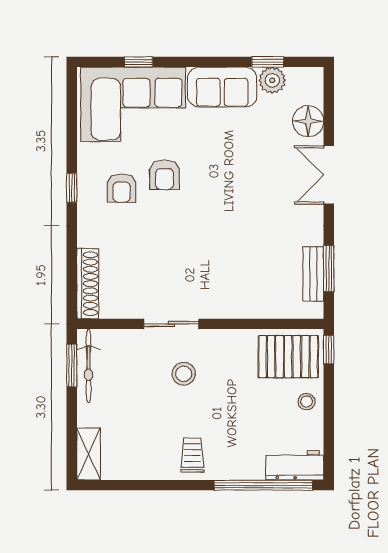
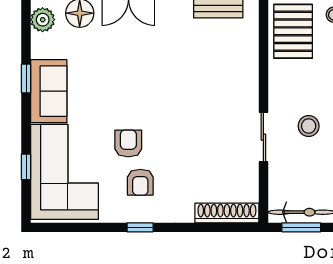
window: (268, 62) -> (26, 79), moved
plant: (272, 80) -> (43, 20), moved
armchair: (164, 175) -> (128, 143), turned -90
armchair: (122, 188) -> (140, 182), turned 90

